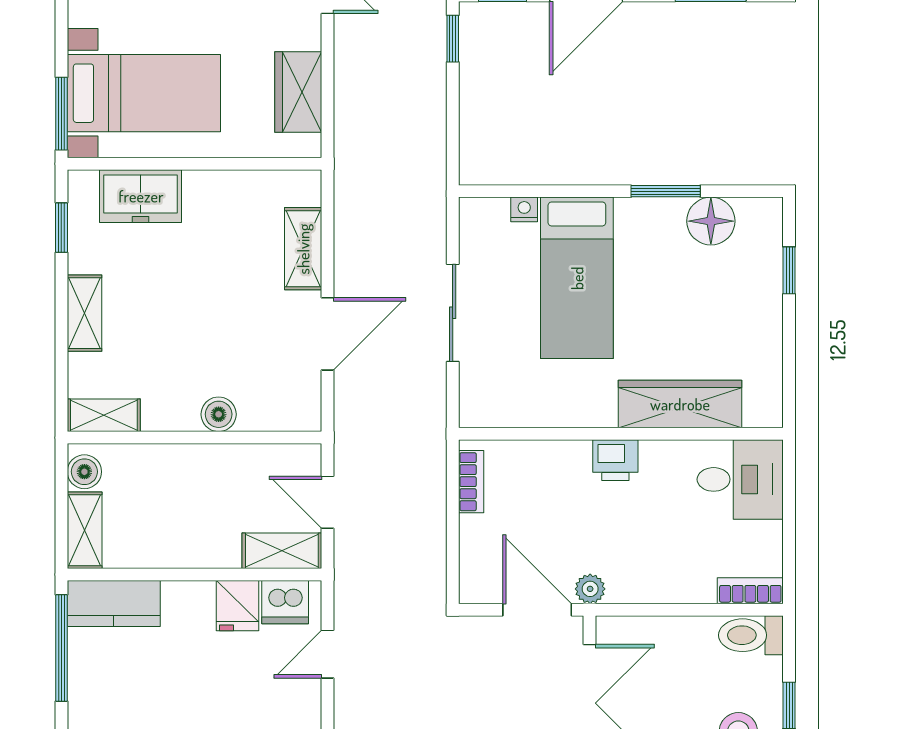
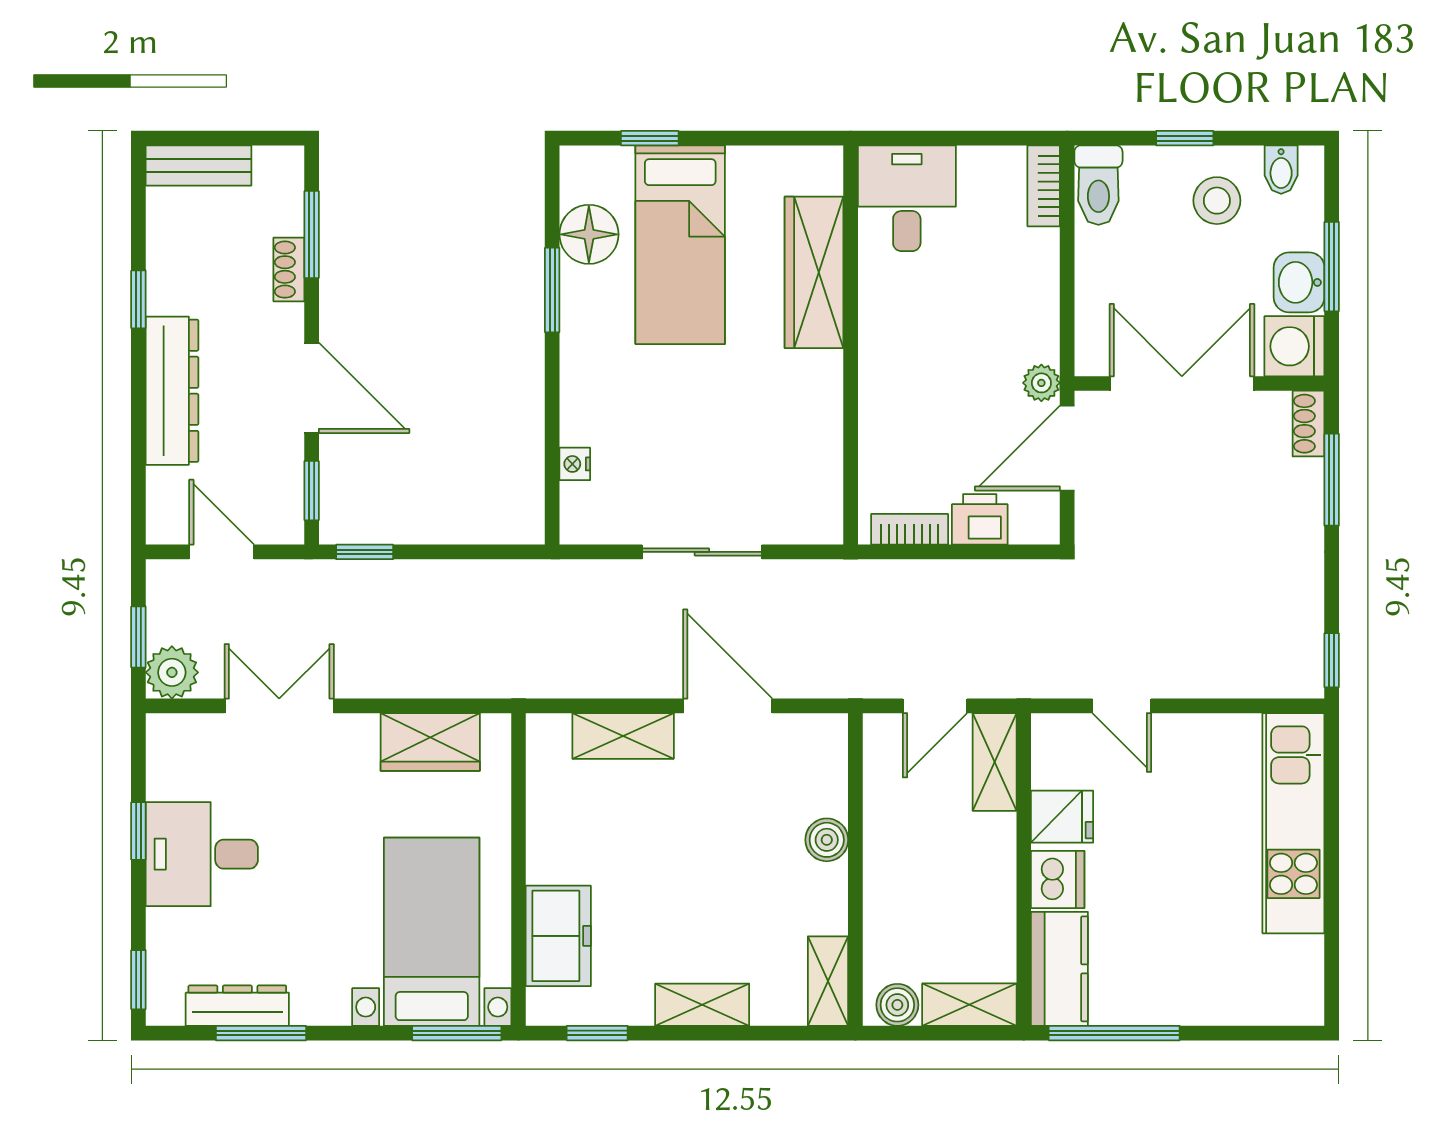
bed: (577, 278) -> (680, 245), moved, turned 90
printer: (615, 460) -> (980, 519), moved, turned -90
dishwasher: (285, 602) -> (1058, 879), moved

